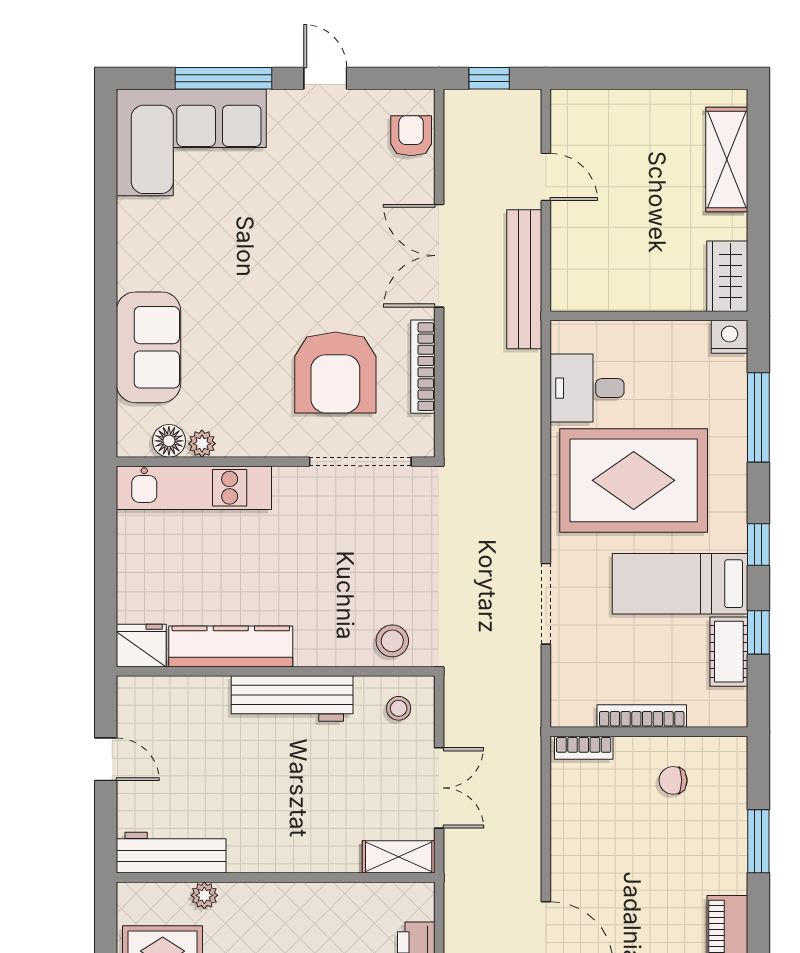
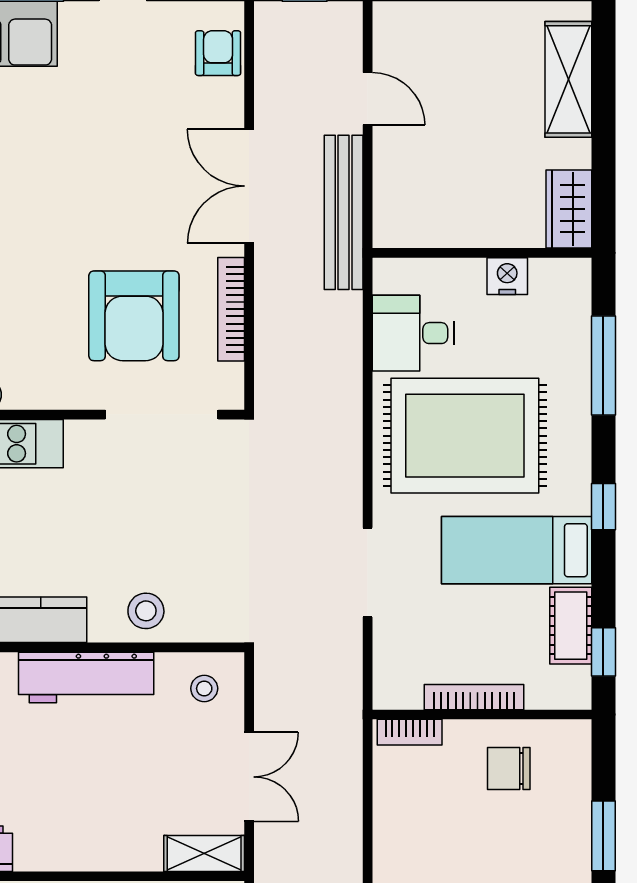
nightstand: (730, 337) -> (507, 276), moved
window: (758, 632) -> (603, 652), moved
stool: (392, 641) -> (146, 611), moved
chair: (673, 780) -> (509, 768), width x1.37, depth x1.37

